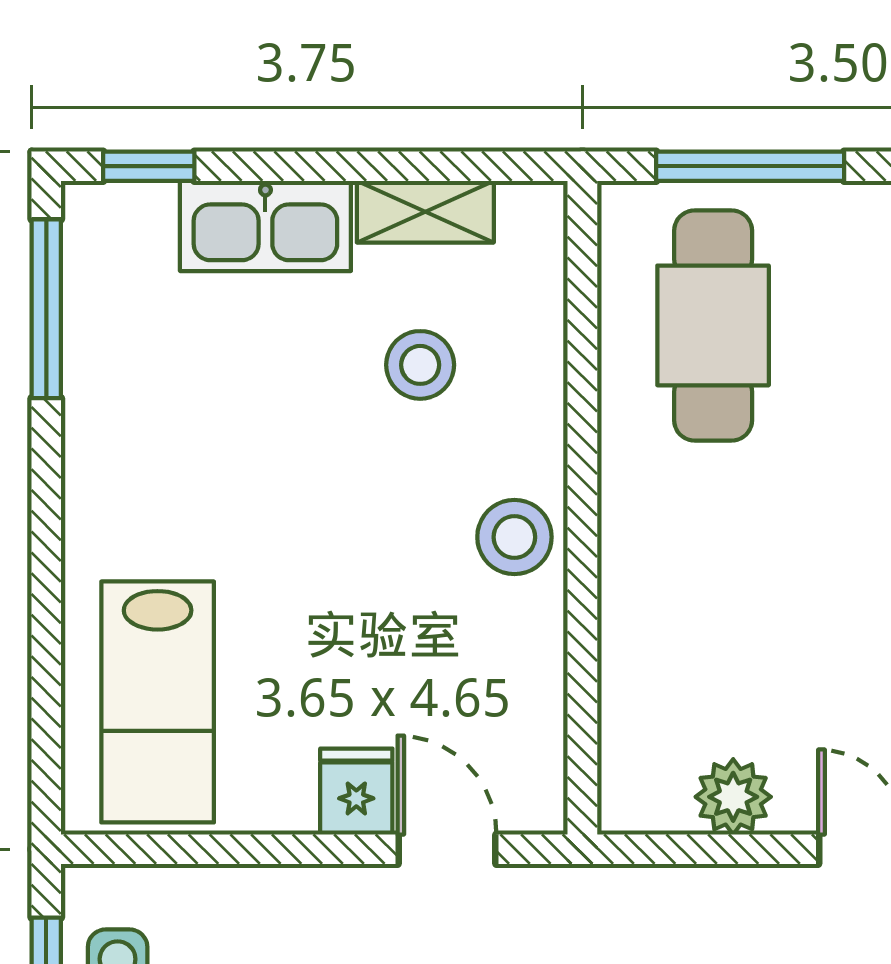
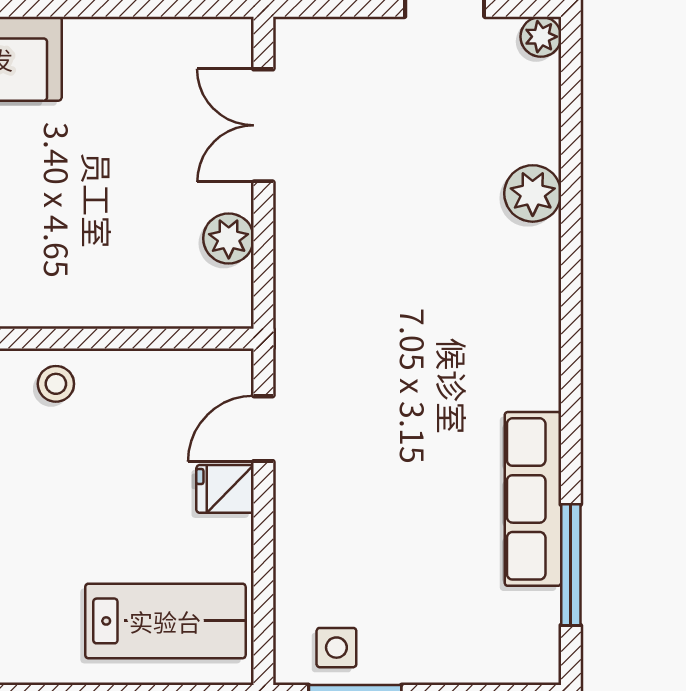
stool: (514, 537) -> (56, 384), width x0.73, depth x0.73

